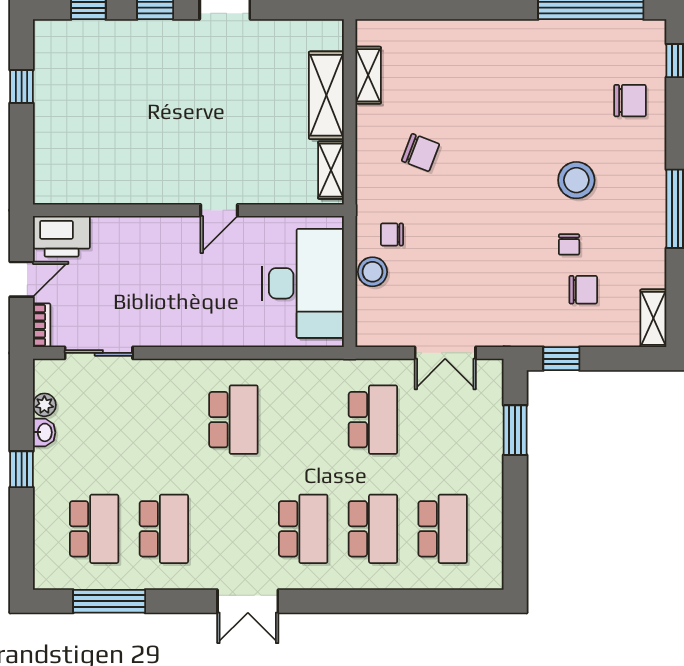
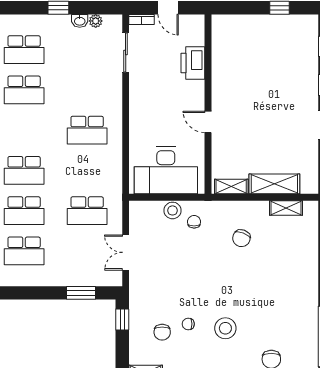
printer: (62, 236) -> (193, 63), moved

